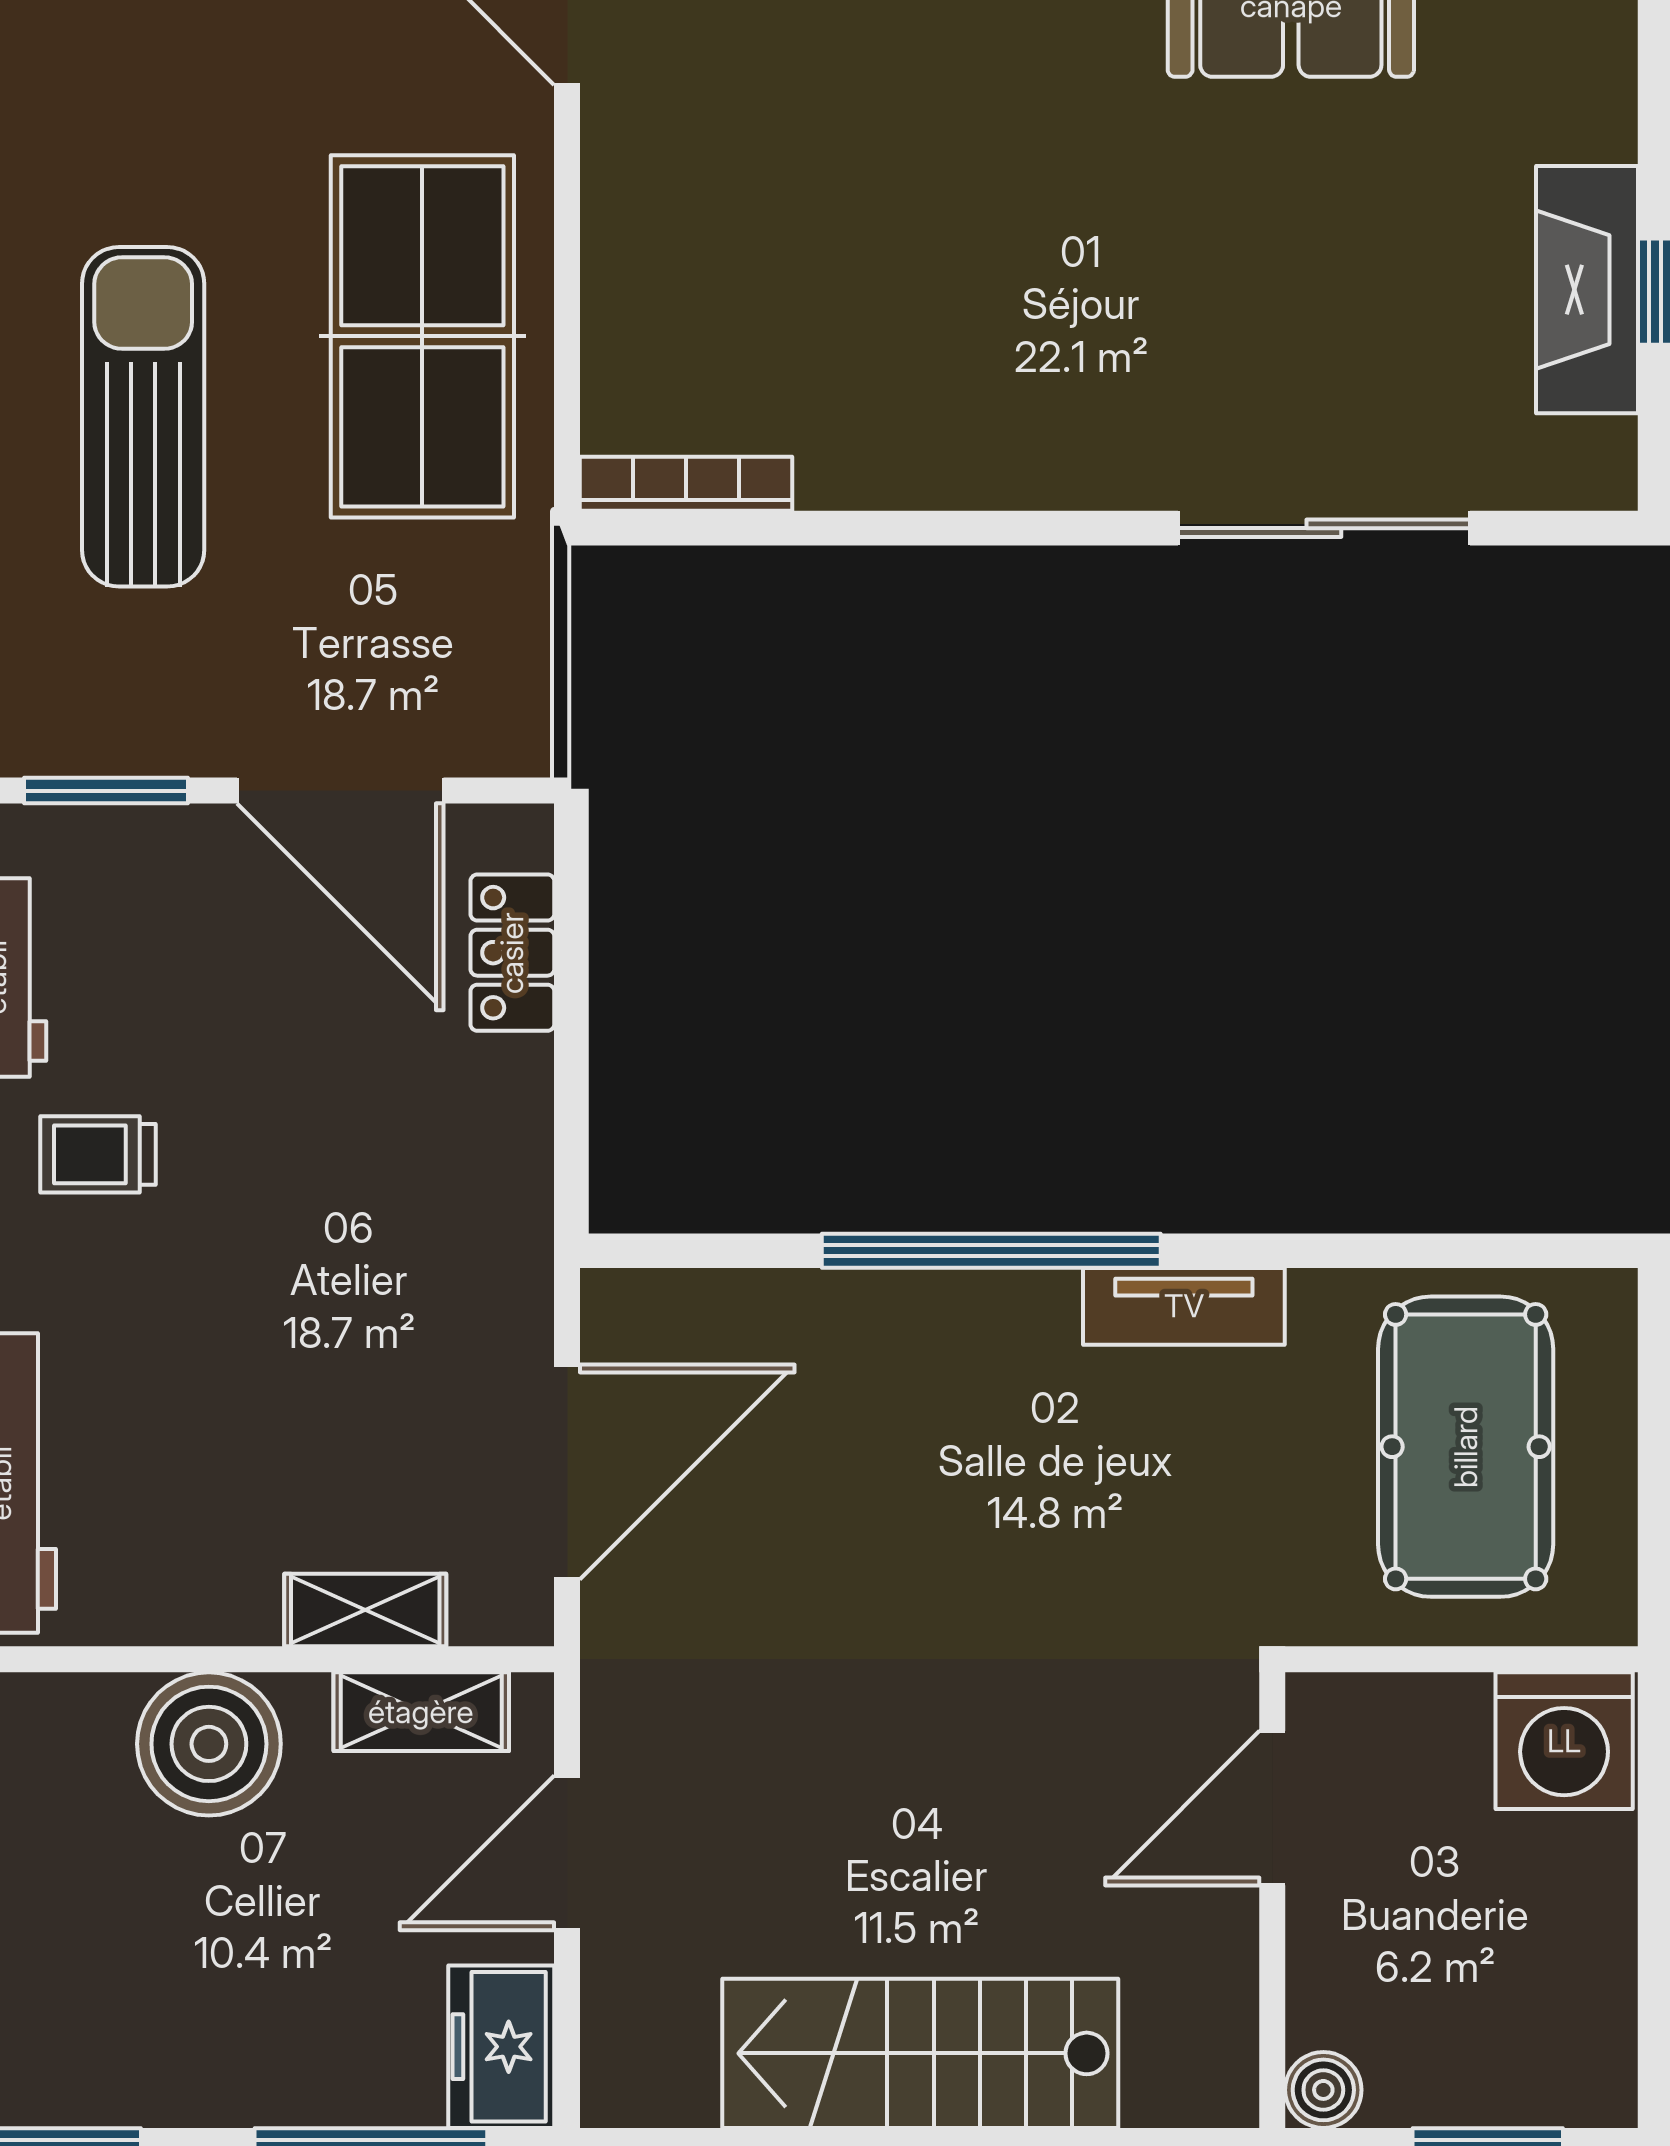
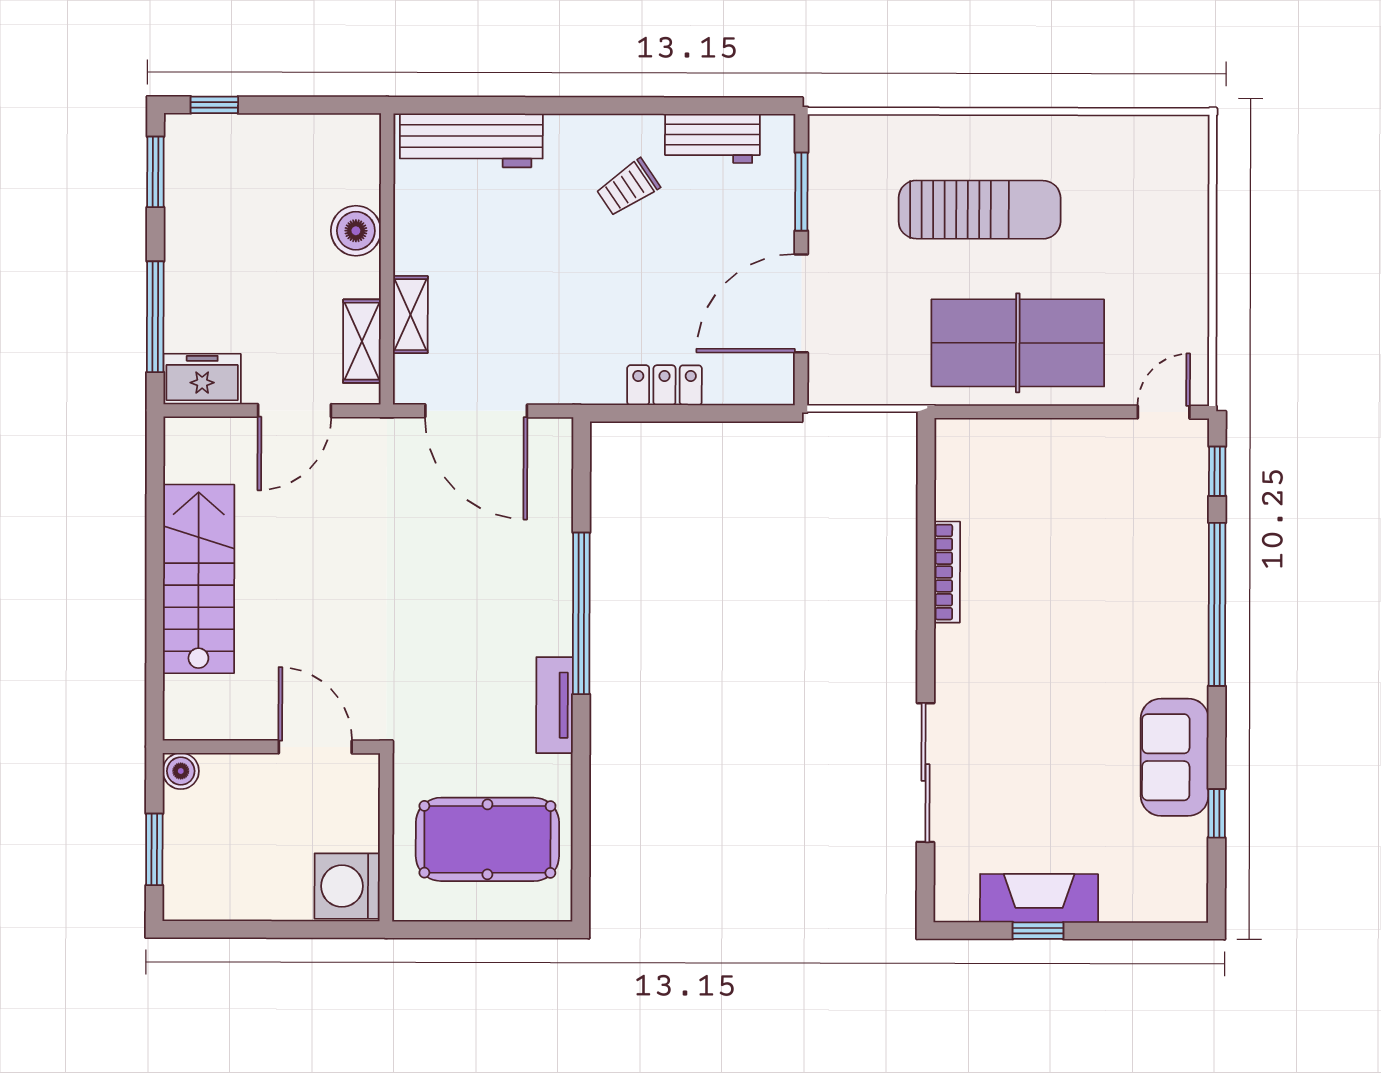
bookcase: (686, 484) -> (947, 572), moved
locker: (512, 953) -> (664, 385), moved
trolley: (98, 1154) -> (628, 188), turned -124
boiler: (209, 1744) -> (356, 231), width x0.73, depth x0.73
door: (567, 1853) -> (294, 411), swing flipped

